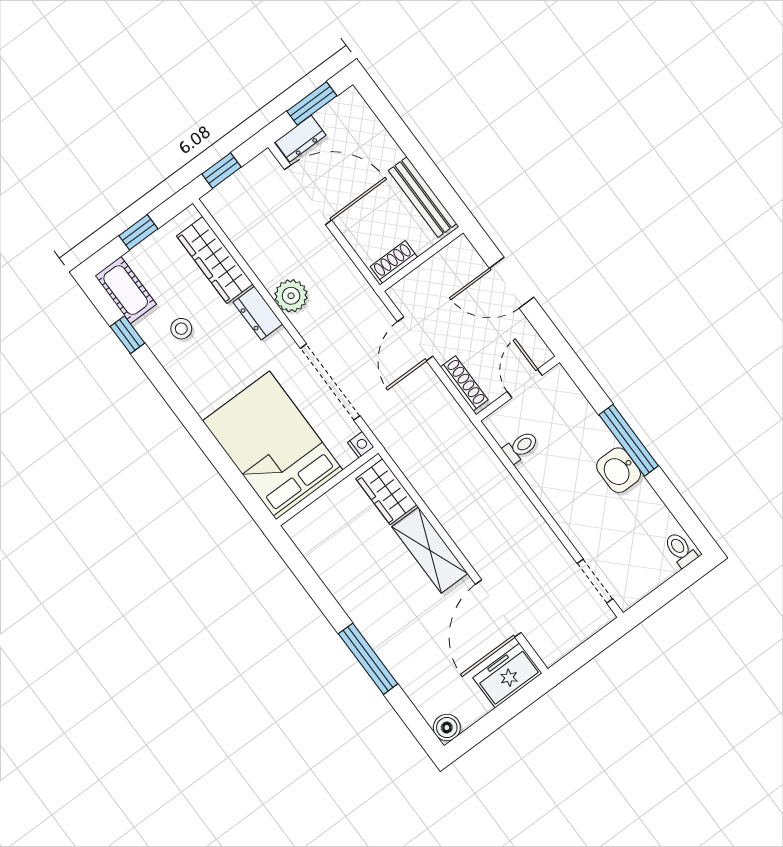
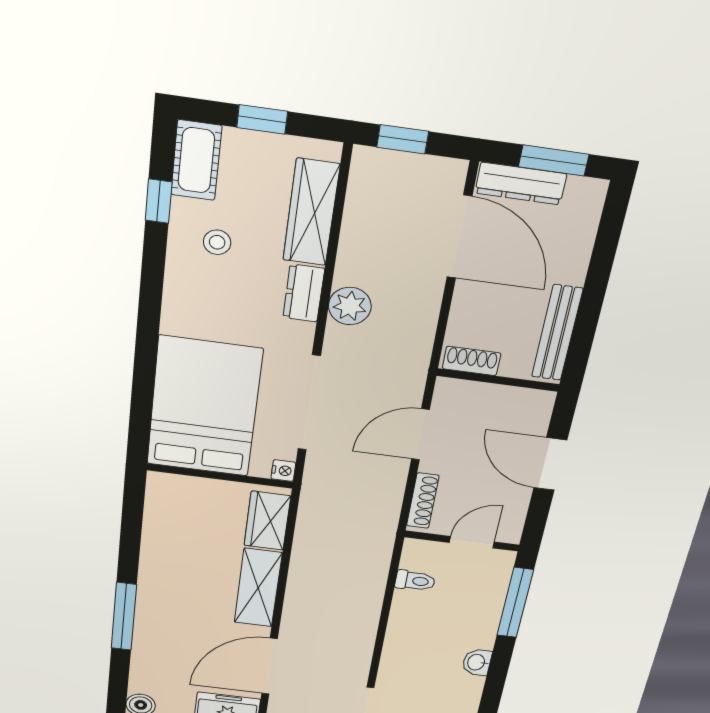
dresser: (301, 139) -> (521, 184), width x1.44
window: (629, 440) -> (515, 603), moved
washbasin: (619, 470) -> (477, 662), width x0.72, depth x0.69

